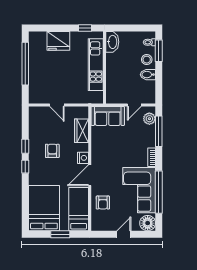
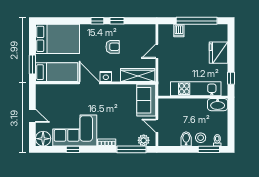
dishwasher: (35, 82) -> (179, 30), added
wardrobe: (82, 131) -> (138, 75), width x1.50
window: (159, 192) -> (73, 149), width x0.32
armchair: (103, 203) -> (63, 96), removed
window: (60, 234) -> (32, 65), moved

